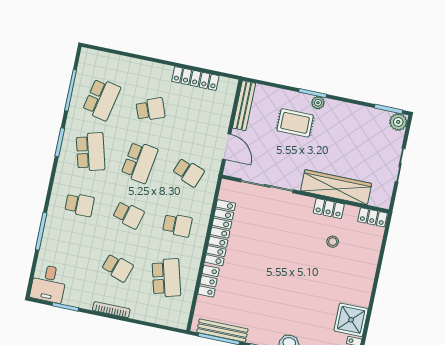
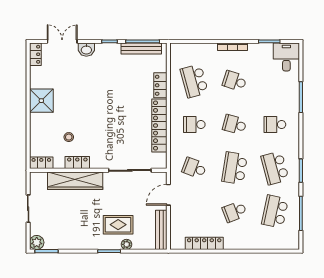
plant: (318, 103) -> (127, 244), moved
door: (227, 147) -> (168, 195), hinge flipped
shower: (351, 320) -> (41, 101), moved

